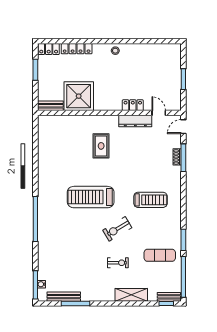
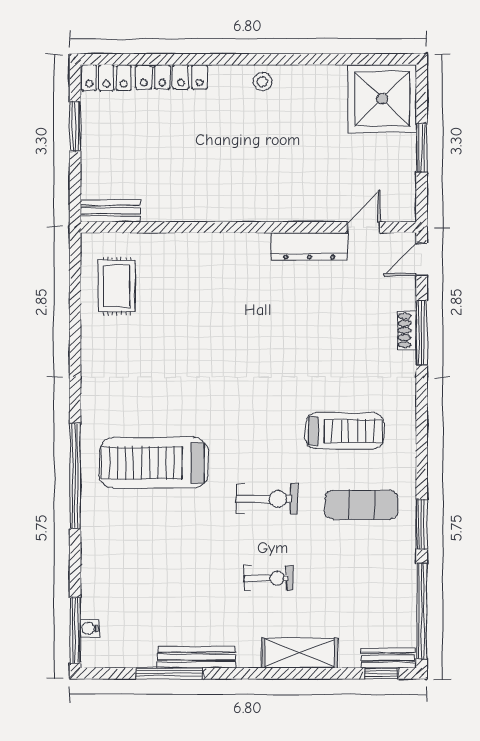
shower: (79, 96) -> (382, 99), moved
locker: (133, 105) -> (303, 209), removed
door: (159, 113) -> (364, 227), hinge flipped
rug: (101, 146) -> (117, 286), moved
treadmill: (91, 197) -> (154, 463), moved
exercise bike: (117, 229) -> (267, 499), turned -149
exercise mat: (160, 255) -> (361, 505), moved
bench: (64, 297) -> (196, 657), moved

